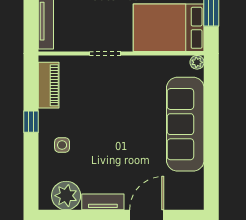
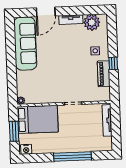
piano: (49, 85) -> (104, 74), moved
sofa: (185, 124) -> (25, 44), moved

